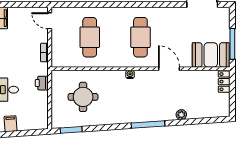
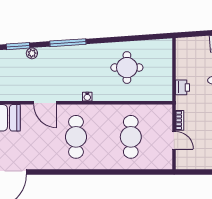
door: (50, 21) -> (174, 140), moved
round table: (83, 97) -> (127, 68), moved
window: (71, 130) -> (18, 46), moved

